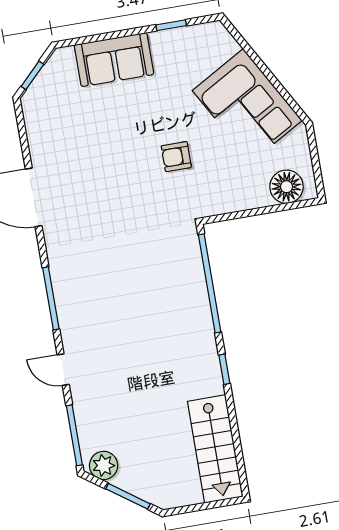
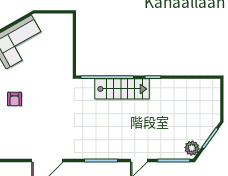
armchair: (176, 157) -> (15, 99), moved
floor lamp: (286, 187) -> (64, 29), removed
stairs: (215, 449) -> (122, 89), moved

